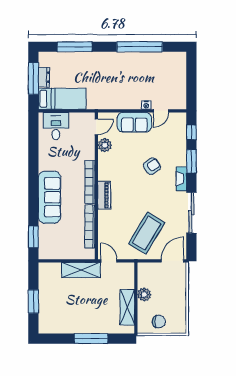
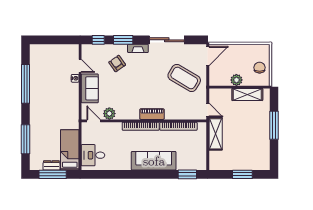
armchair: (152, 166) -> (117, 64), moved
door: (109, 261) -> (208, 110), swing flipped
door: (172, 261) -> (208, 56), swing flipped

